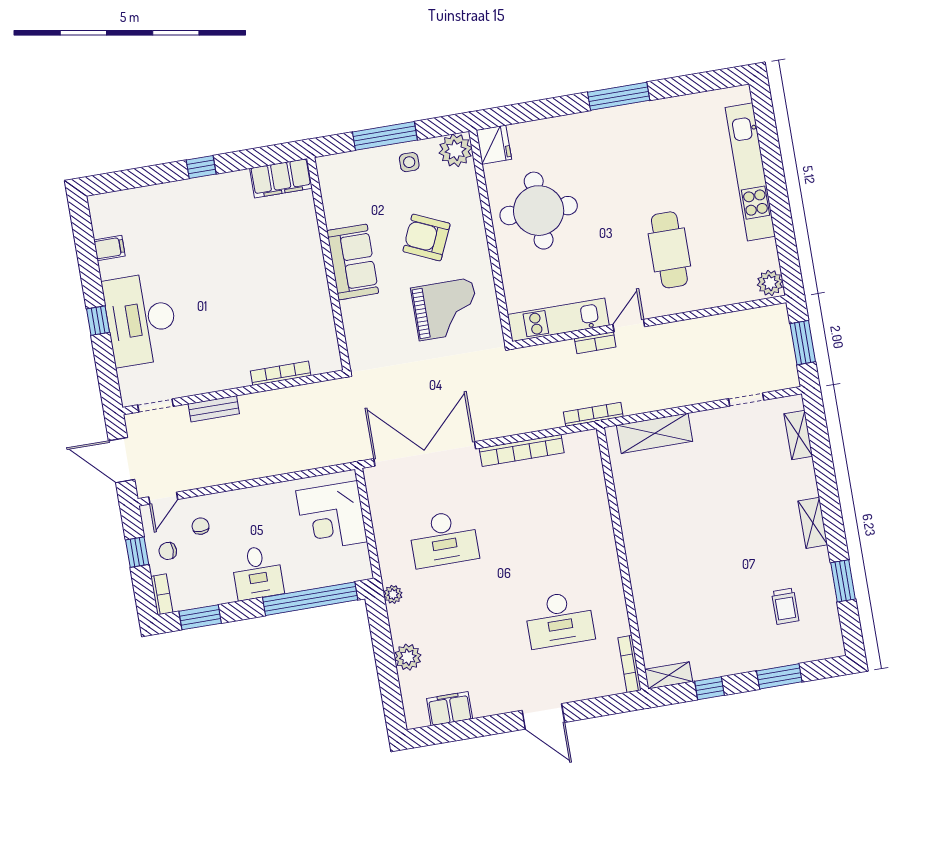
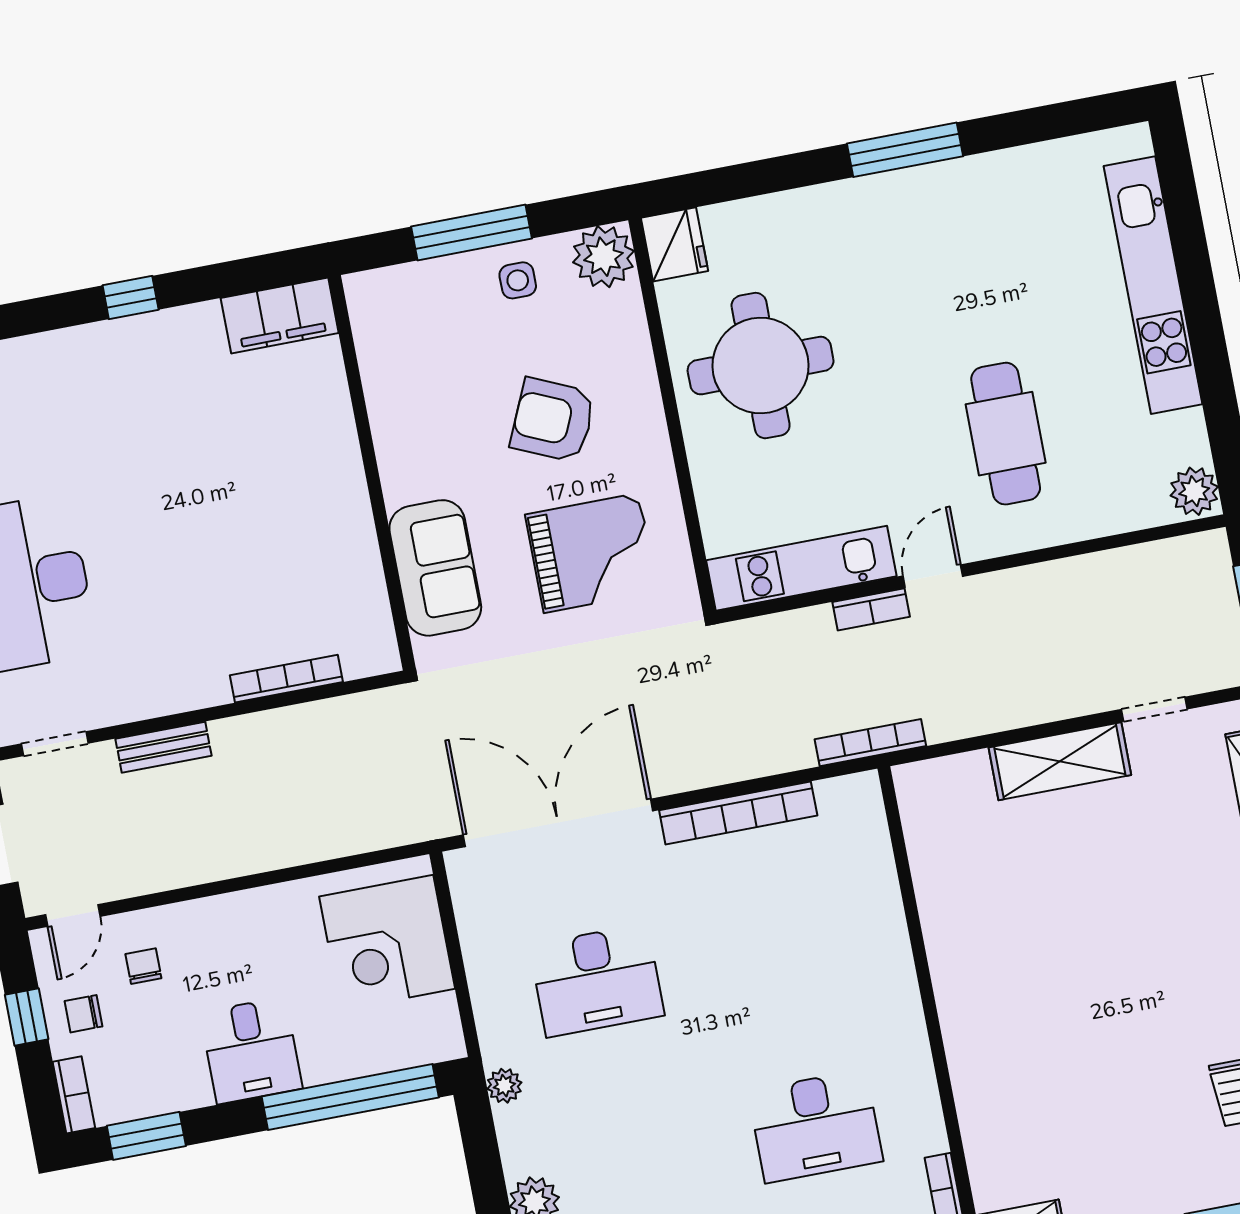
sofa: (353, 262) -> (435, 568), moved
shelving: (655, 433) -> (1060, 761), moved

